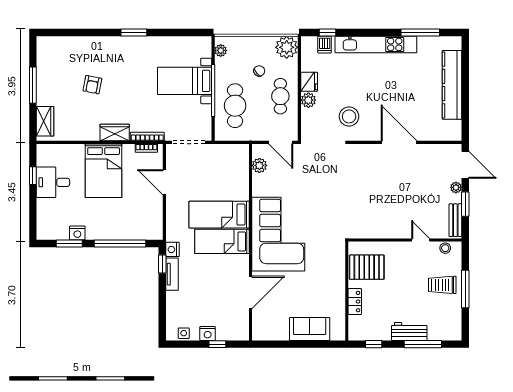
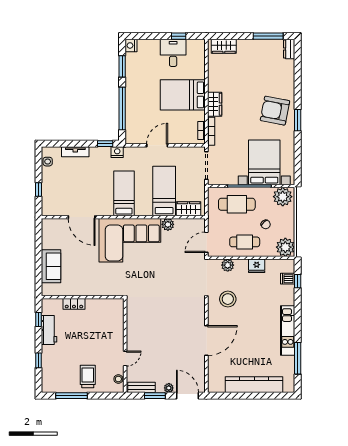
dresser: (48, 43) -> (289, 49), added
kitchen unit: (376, 44) -> (288, 330), width x0.73
plant: (221, 50) -> (283, 197), width x1.87, depth x1.87
bed with nightstands: (185, 81) -> (264, 162), width x1.36
window: (33, 85) -> (268, 36), moved
armchair: (92, 85) -> (275, 111), moved, width x1.88, depth x1.88
plant: (308, 100) -> (228, 265), moved
wardrobe: (241, 164) -> (189, 209), added
plant: (259, 165) -> (168, 224), moved
door: (465, 165) -> (188, 396), swing flipped
door: (164, 182) -> (157, 145), moved
bed: (219, 215) -> (164, 191), moved
nightstand: (77, 233) -> (131, 45), moved
pallet: (367, 267) -> (102, 314), removed
tv unit: (172, 274) -> (75, 152), moved
window: (465, 289) -> (71, 396), moved
workbench: (409, 331) -> (49, 330), moved
nightstand: (208, 334) -> (47, 181), removed
window: (423, 344) -> (39, 360), width x0.46

